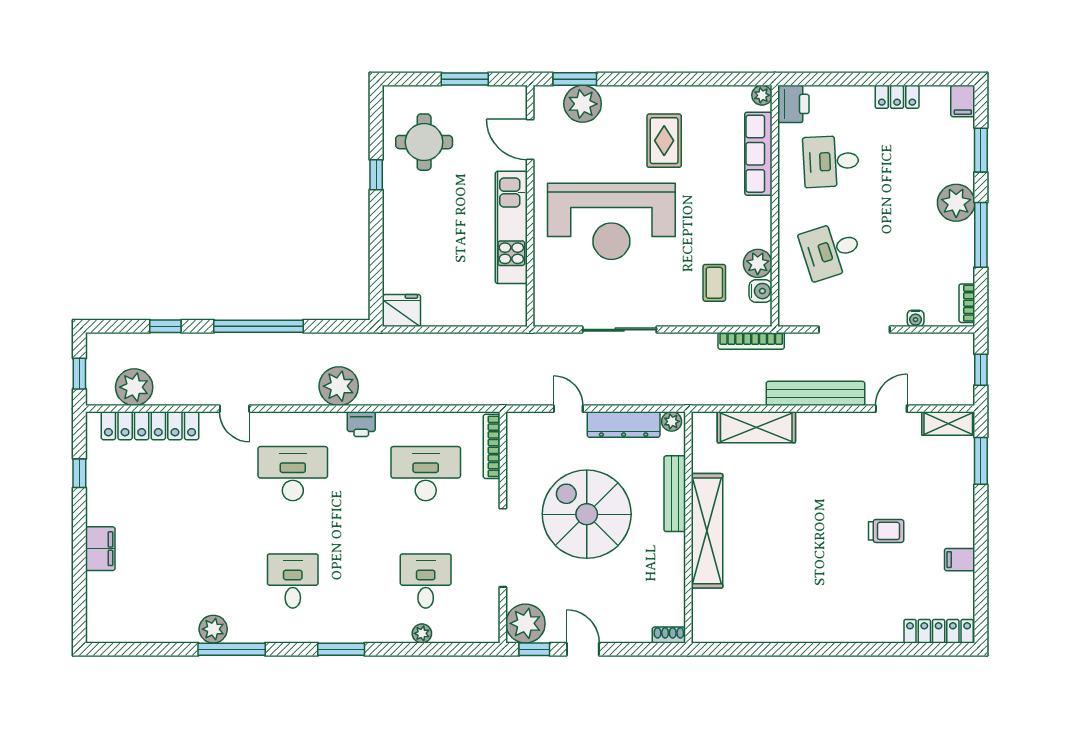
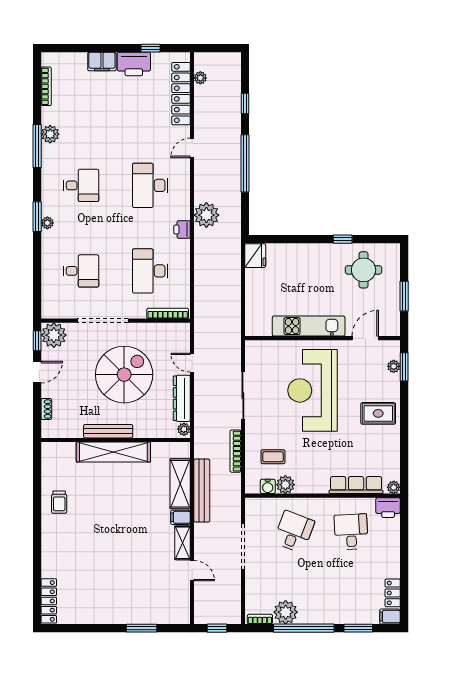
locker: (897, 97) -> (393, 593), moved
plant: (583, 104) -> (394, 366), width x0.53, depth x0.53
rug: (664, 141) -> (378, 413), moved
plant: (956, 203) -> (286, 612), moved
window: (981, 235) -> (304, 628), width x1.46
desk: (831, 250) -> (294, 532), turned 39
water cooler: (916, 318) -> (250, 586), removed
bookcase: (751, 341) -> (236, 451), moved
window: (79, 374) -> (215, 48), removed
plant: (134, 387) -> (200, 78), width x0.53, depth x0.53
bench: (815, 393) -> (202, 491), moved
door: (568, 409) -> (192, 363), swing flipped
shelving: (948, 423) -> (182, 543), moved
window: (981, 461) -> (141, 628), moved
desk: (293, 474) -> (150, 185), turned 180
desk: (426, 474) -> (150, 271), turned 180
bench: (675, 494) -> (108, 431), moved
printer: (104, 499) -> (134, 64), added
trolley: (886, 531) -> (59, 502), moved
filing cabinet: (960, 560) -> (180, 517), moved, turned -90
plant: (422, 633) -> (47, 223), moved
bookcase: (139, 635) -> (46, 86), added
shoe rack: (669, 635) -> (46, 409), moved

